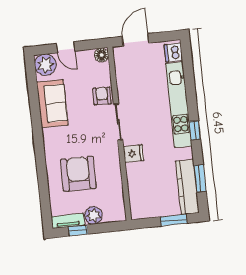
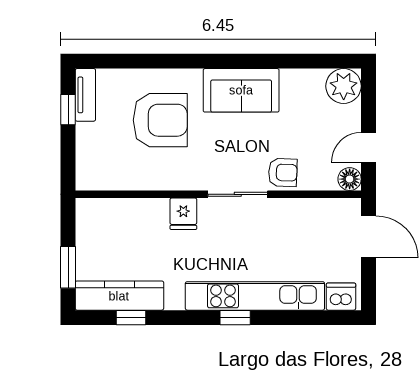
door: (66, 47) -> (368, 147), moved
sofa: (52, 104) -> (241, 90), moved
window: (195, 130) -> (235, 318), moved
window: (200, 178) -> (131, 318), width x0.67
plant: (93, 215) -> (90, 138), removed

